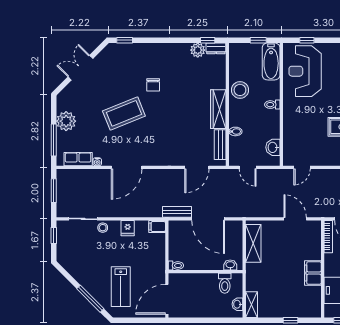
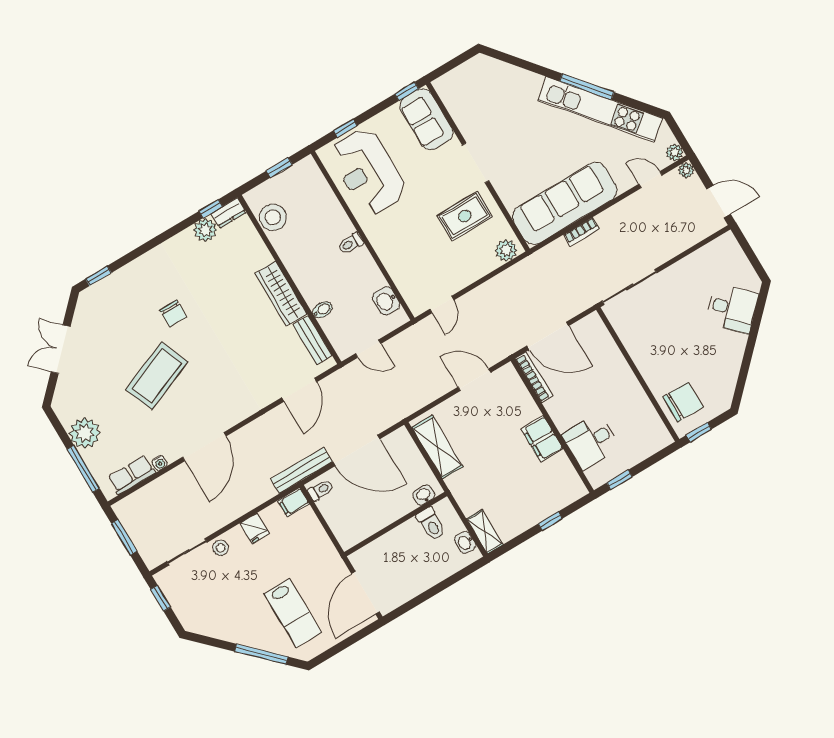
bathtub: (271, 61) -> (314, 186), removed
stool: (240, 90) -> (273, 217), moved
bench: (177, 212) -> (302, 470), width x1.36
toilet: (176, 265) -> (321, 490), moved

